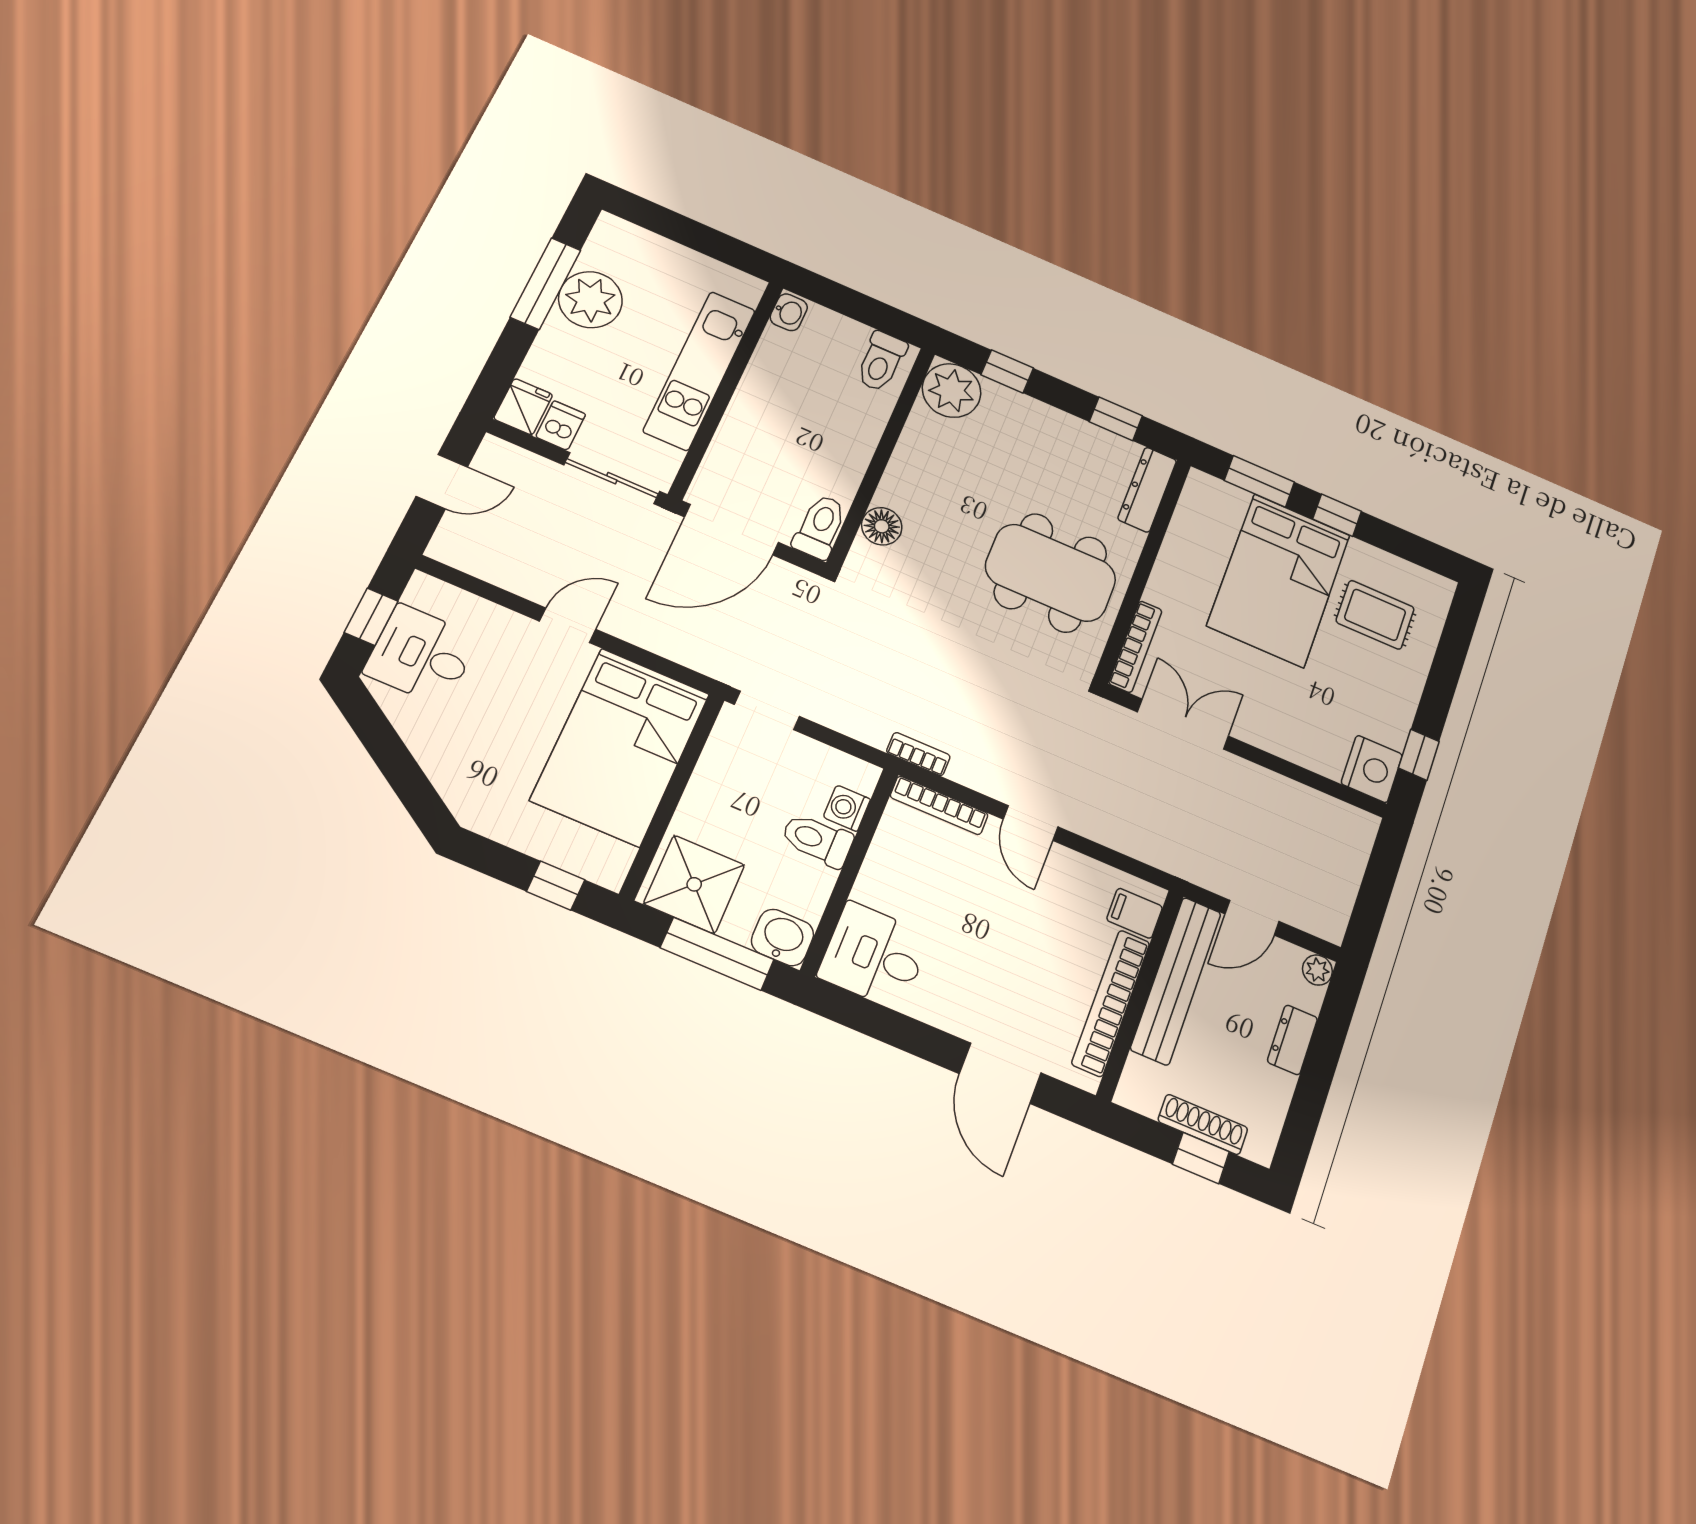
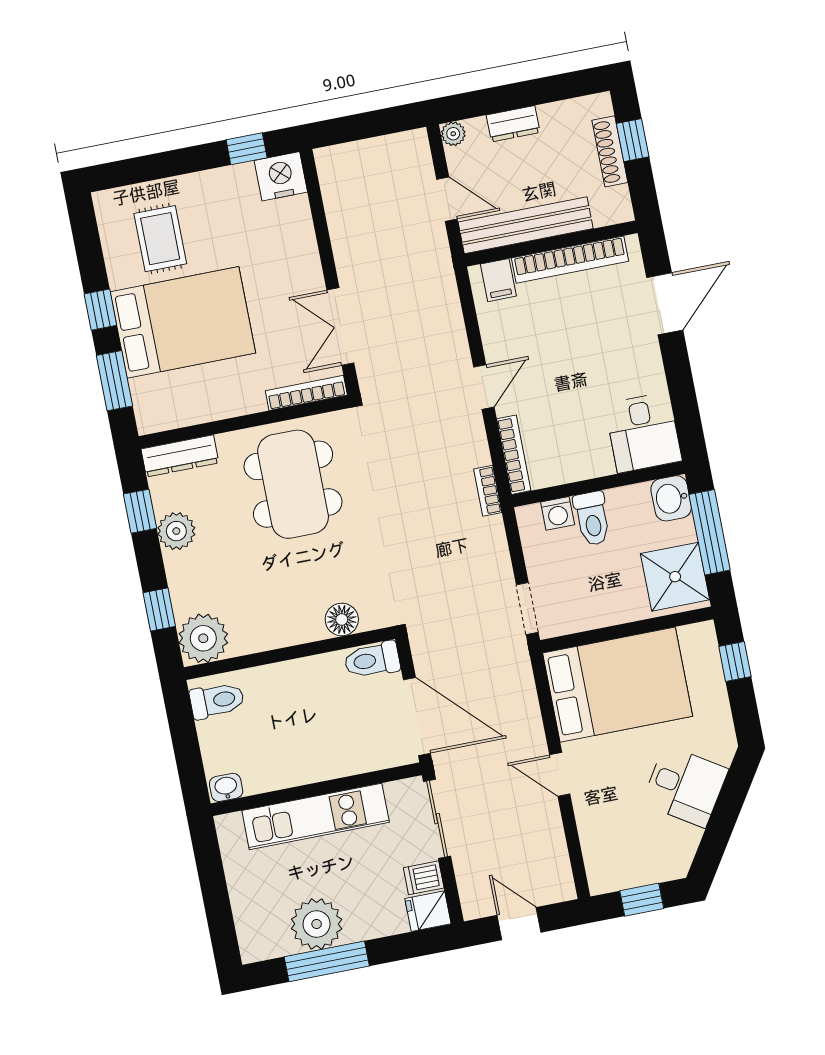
plant: (1075, 437) -> (176, 531), added
desk: (421, 655) -> (685, 786), moved, turned -57

